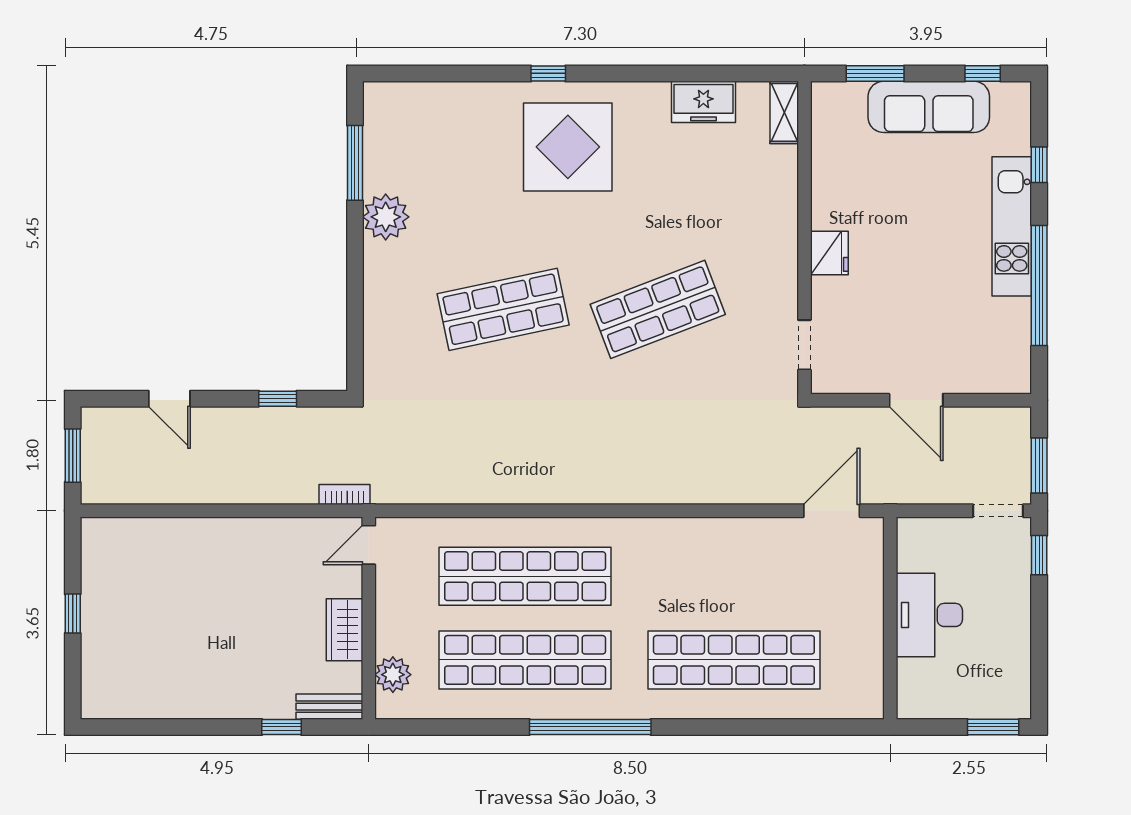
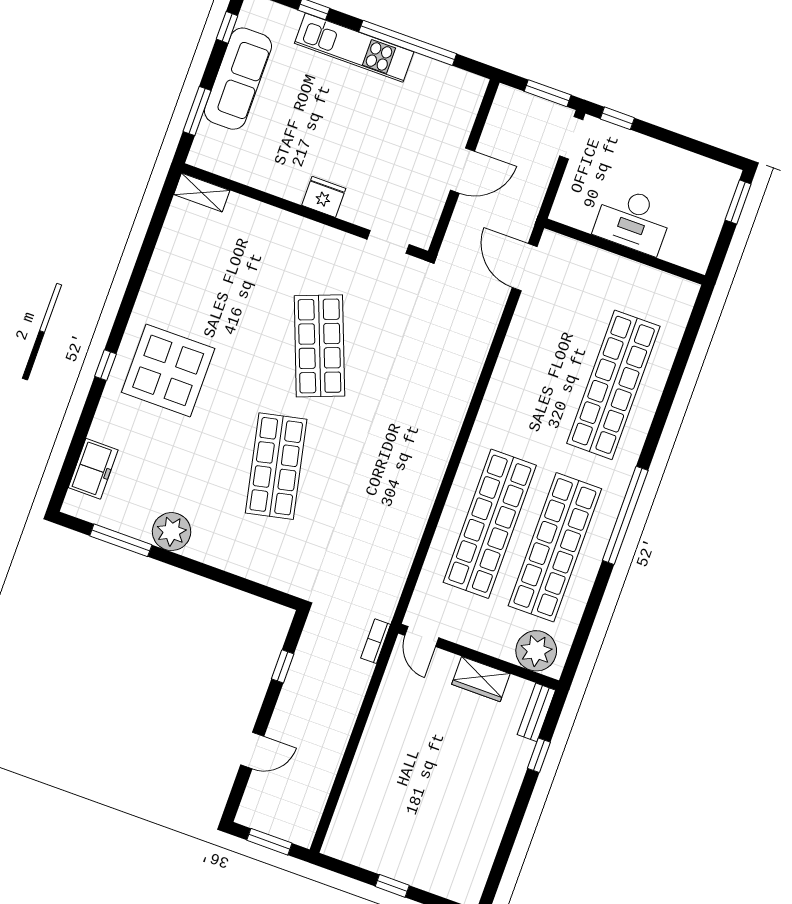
freezer: (703, 102) -> (93, 469), moved
plant: (393, 675) -> (536, 651), width x1.36, depth x1.36

